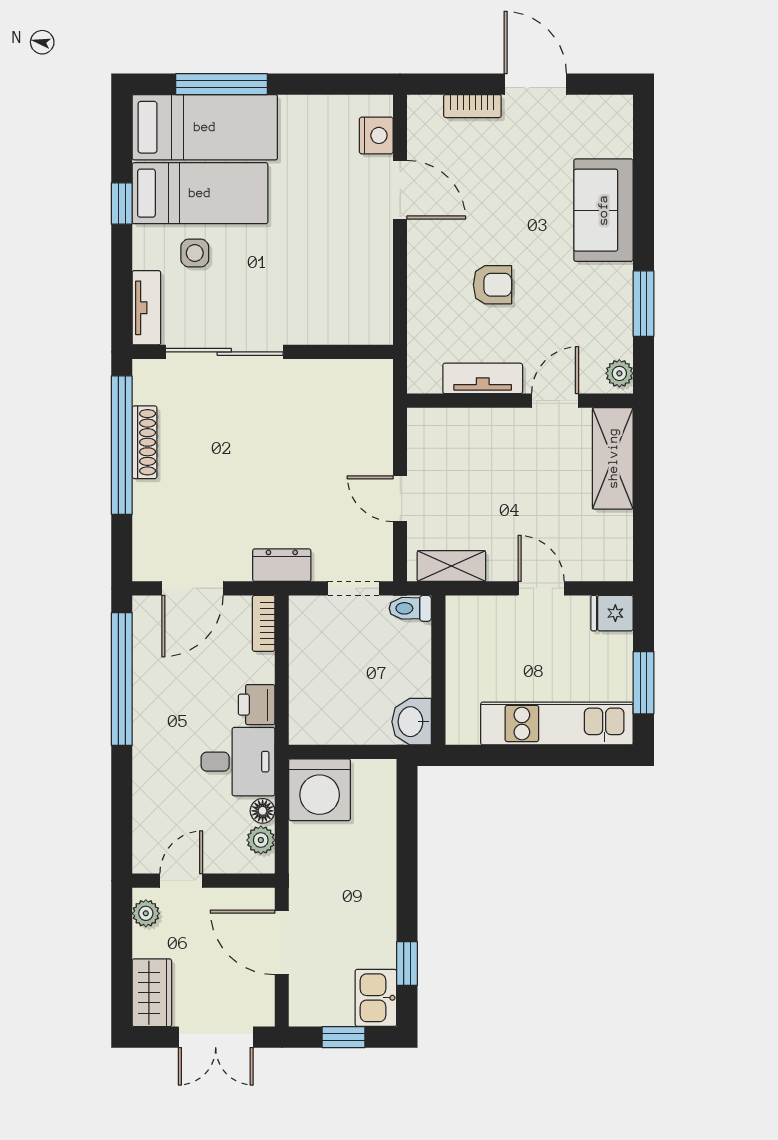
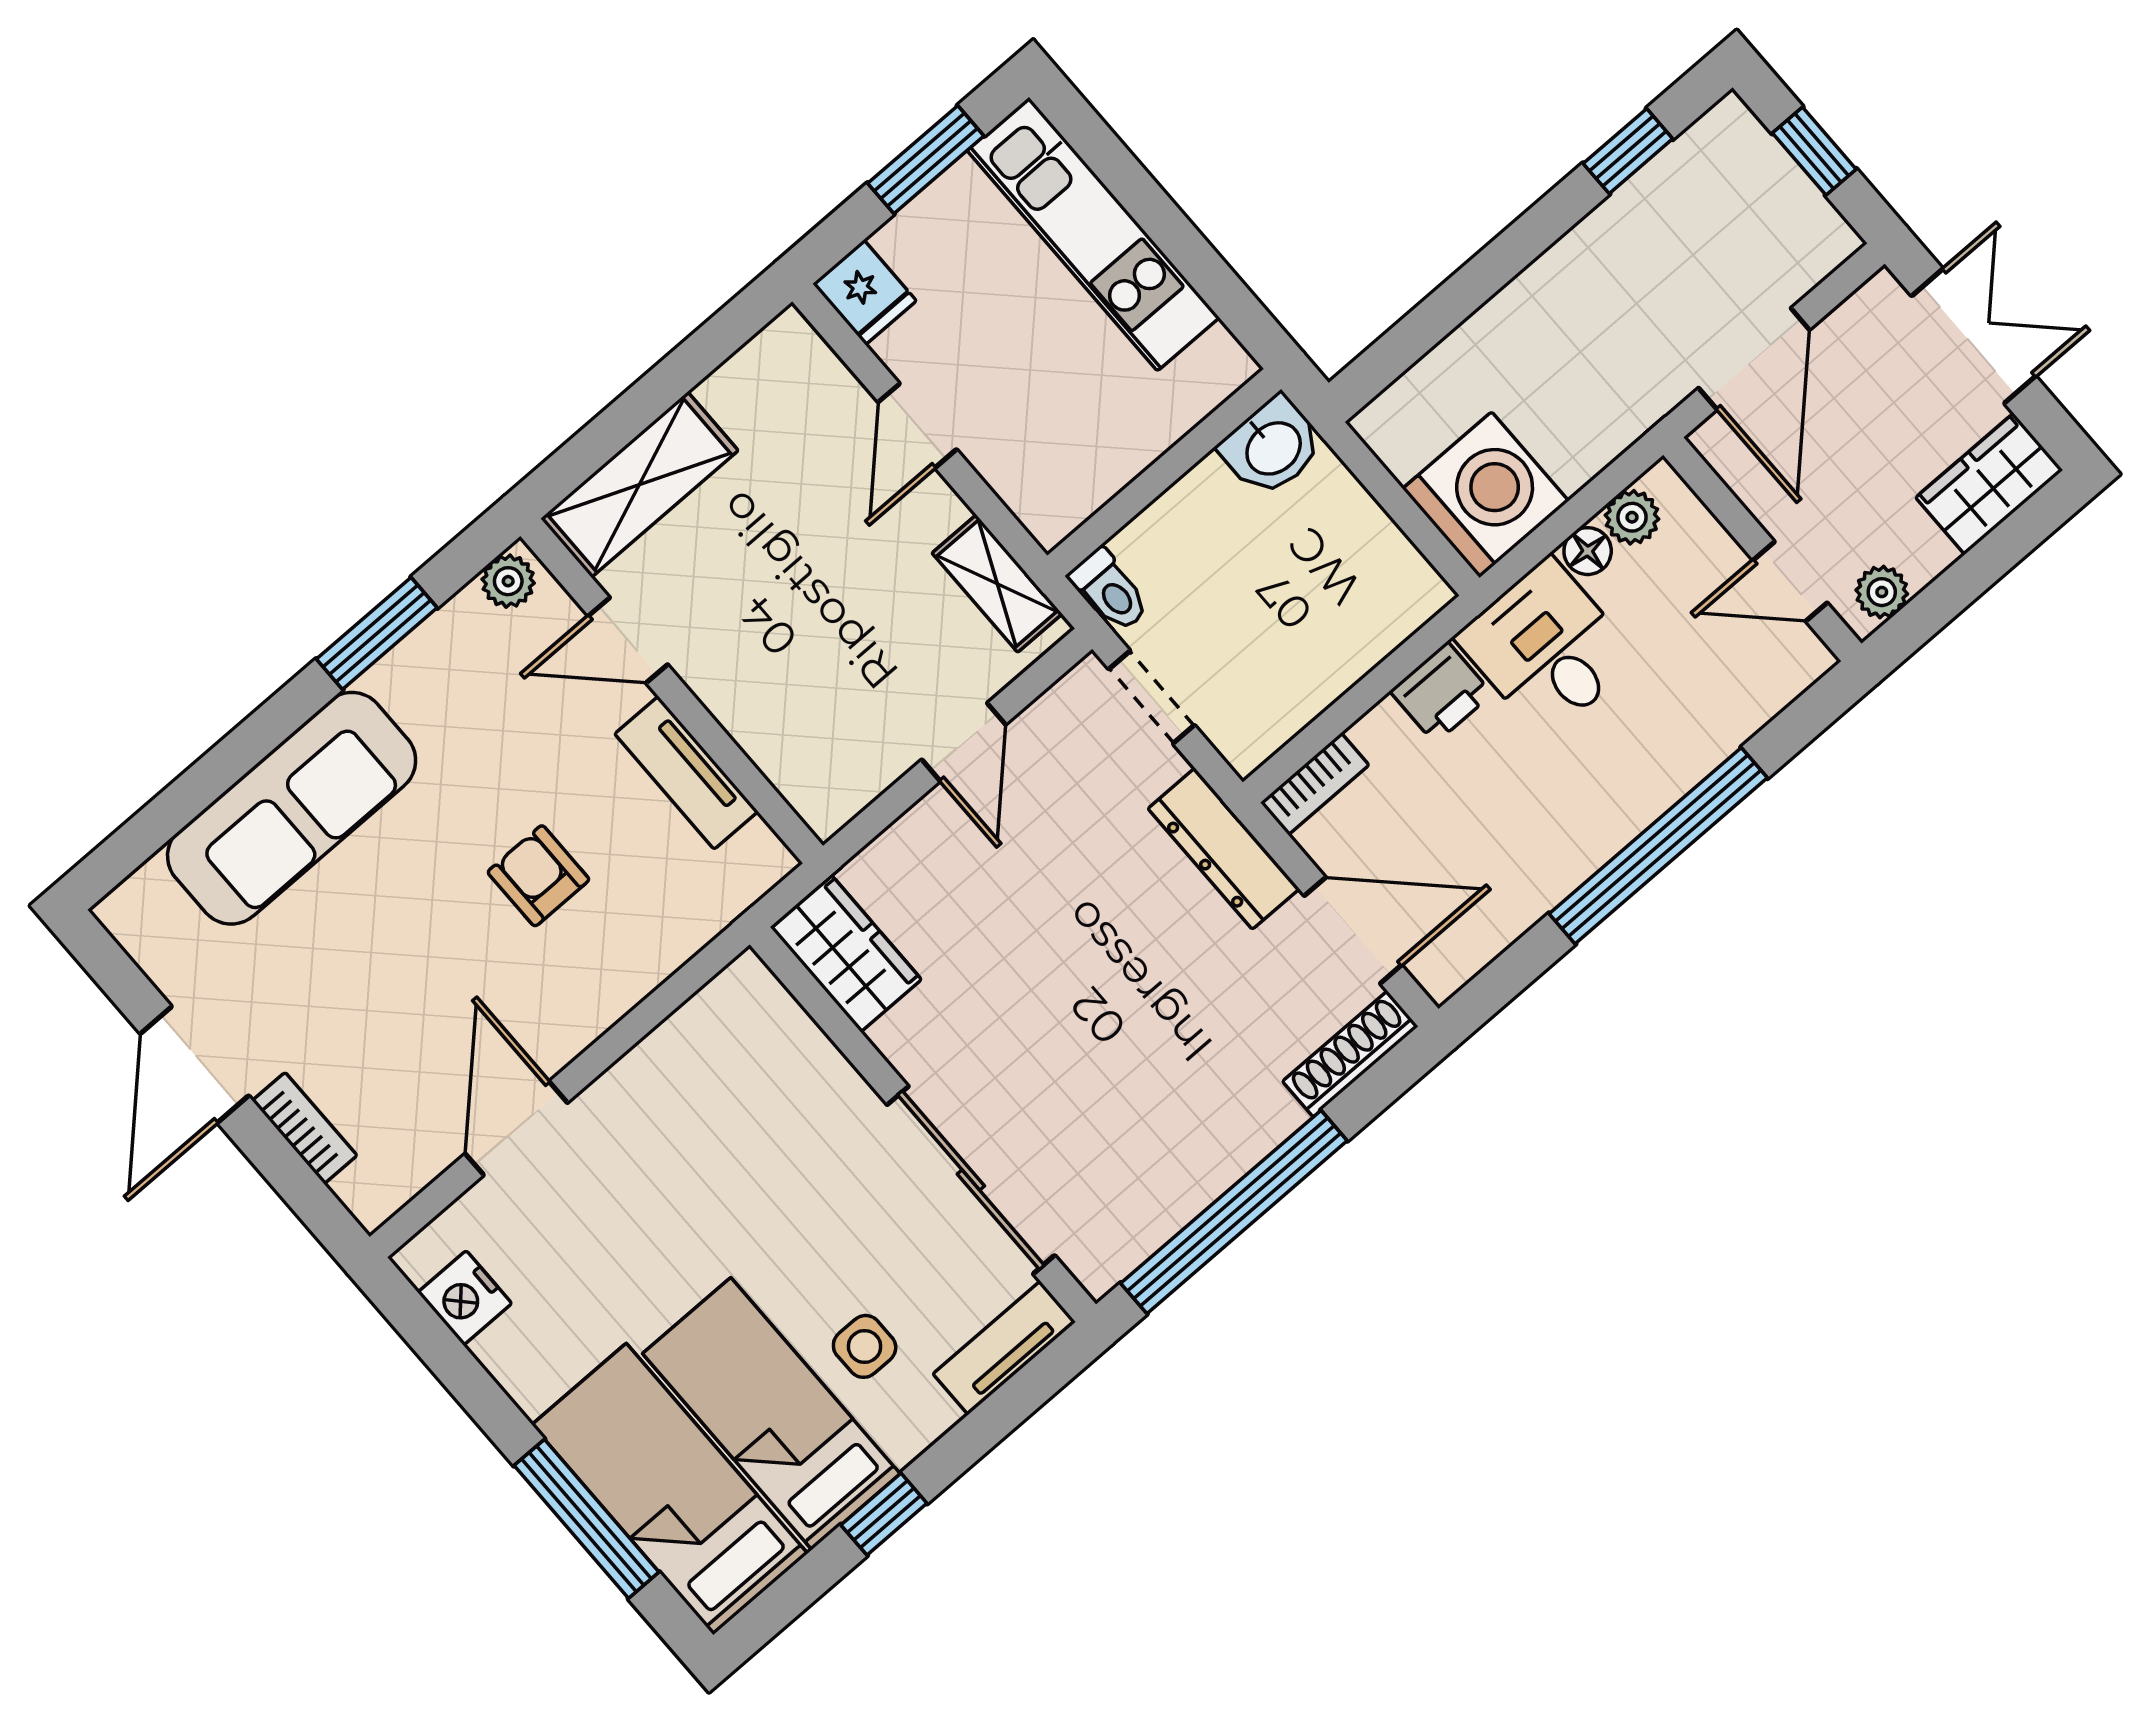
nightstand: (376, 135) -> (465, 1298), moved, turned -90
sofa: (603, 210) -> (292, 808), width x1.36
wardrobe: (357, 380) -> (846, 953), added
shoe rack: (145, 442) -> (1350, 1054), moved
dresser: (282, 565) -> (1224, 849), width x1.44
window: (122, 679) -> (1658, 846), moved
kitchen sink: (376, 998) -> (1717, 153), removed

